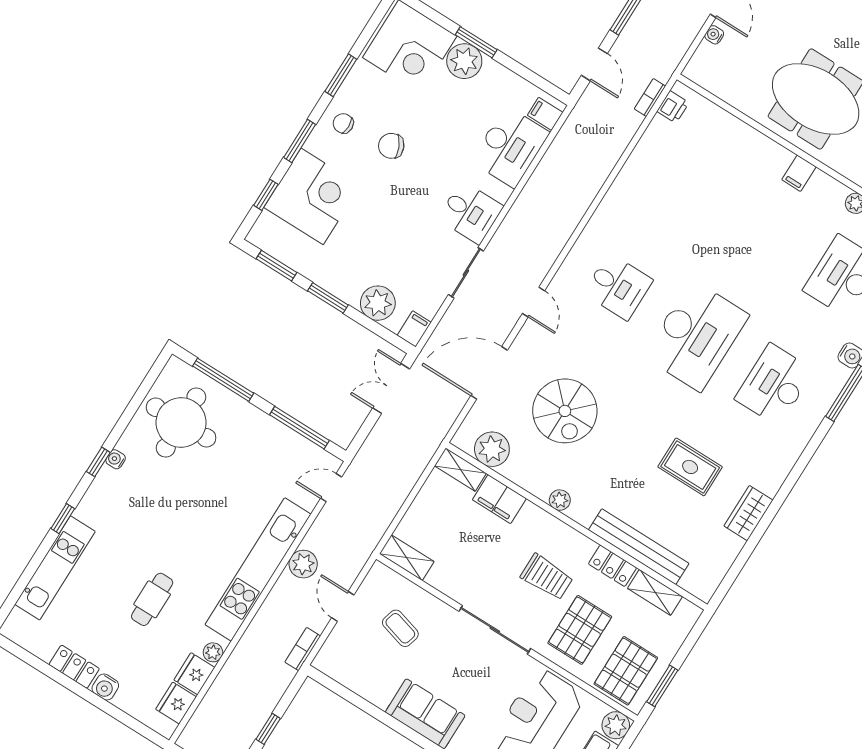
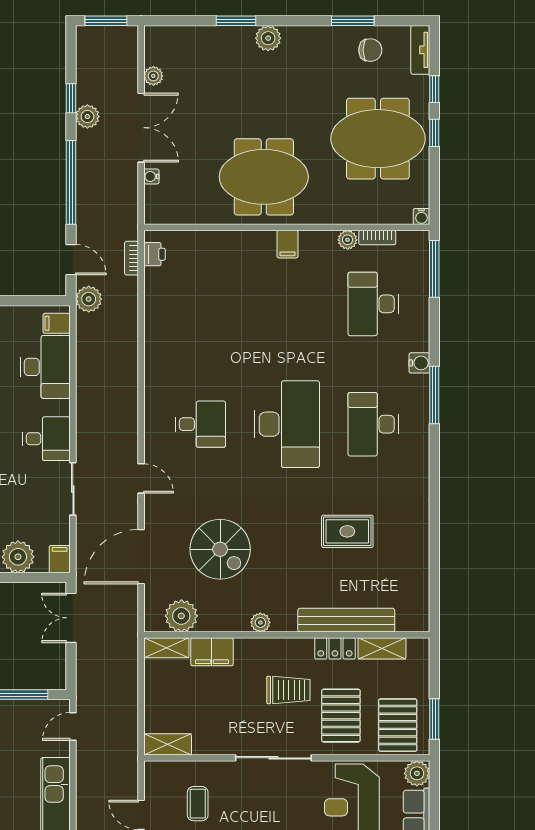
wardrobe: (748, 513) -> (417, 539), removed
plant: (303, 564) -> (89, 299), moved
coffee table: (400, 628) -> (198, 804), turned 74

